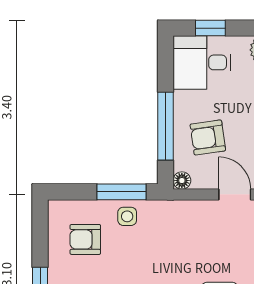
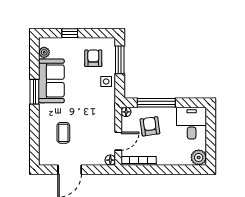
window: (210, 28) -> (211, 128), removed
window: (121, 192) -> (120, 60), moved

